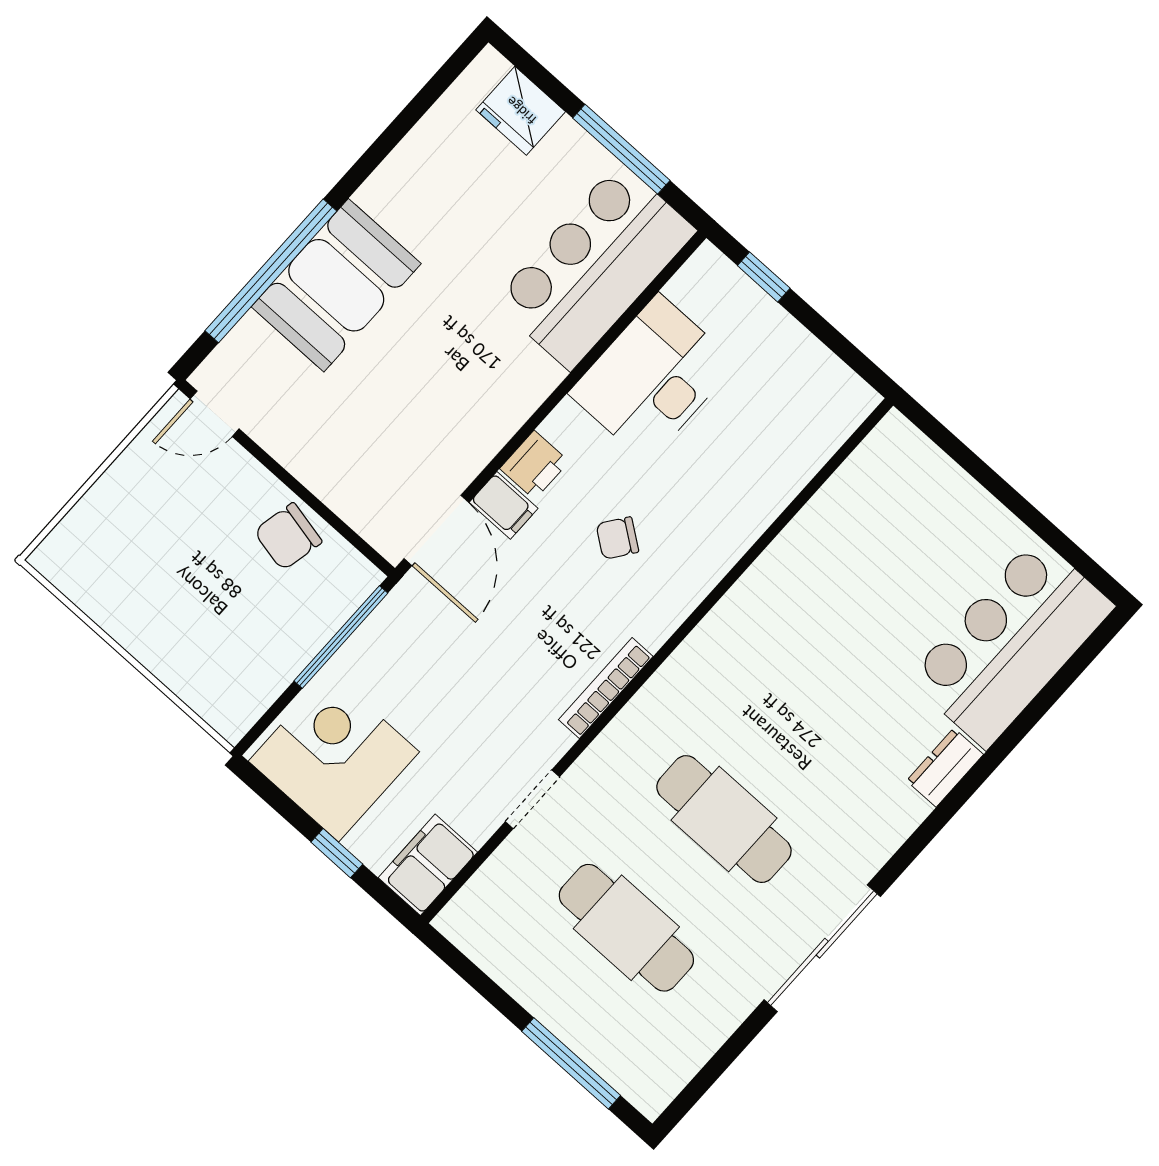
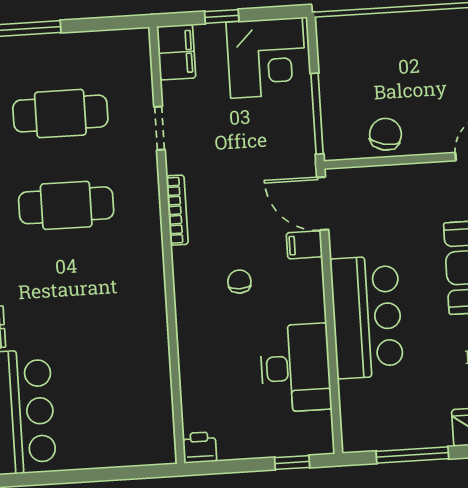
bar counter: (595, 266) -> (367, 317), moved
printer: (534, 465) -> (200, 448), moved, turned 90
chair: (617, 538) -> (239, 282), turned -36

